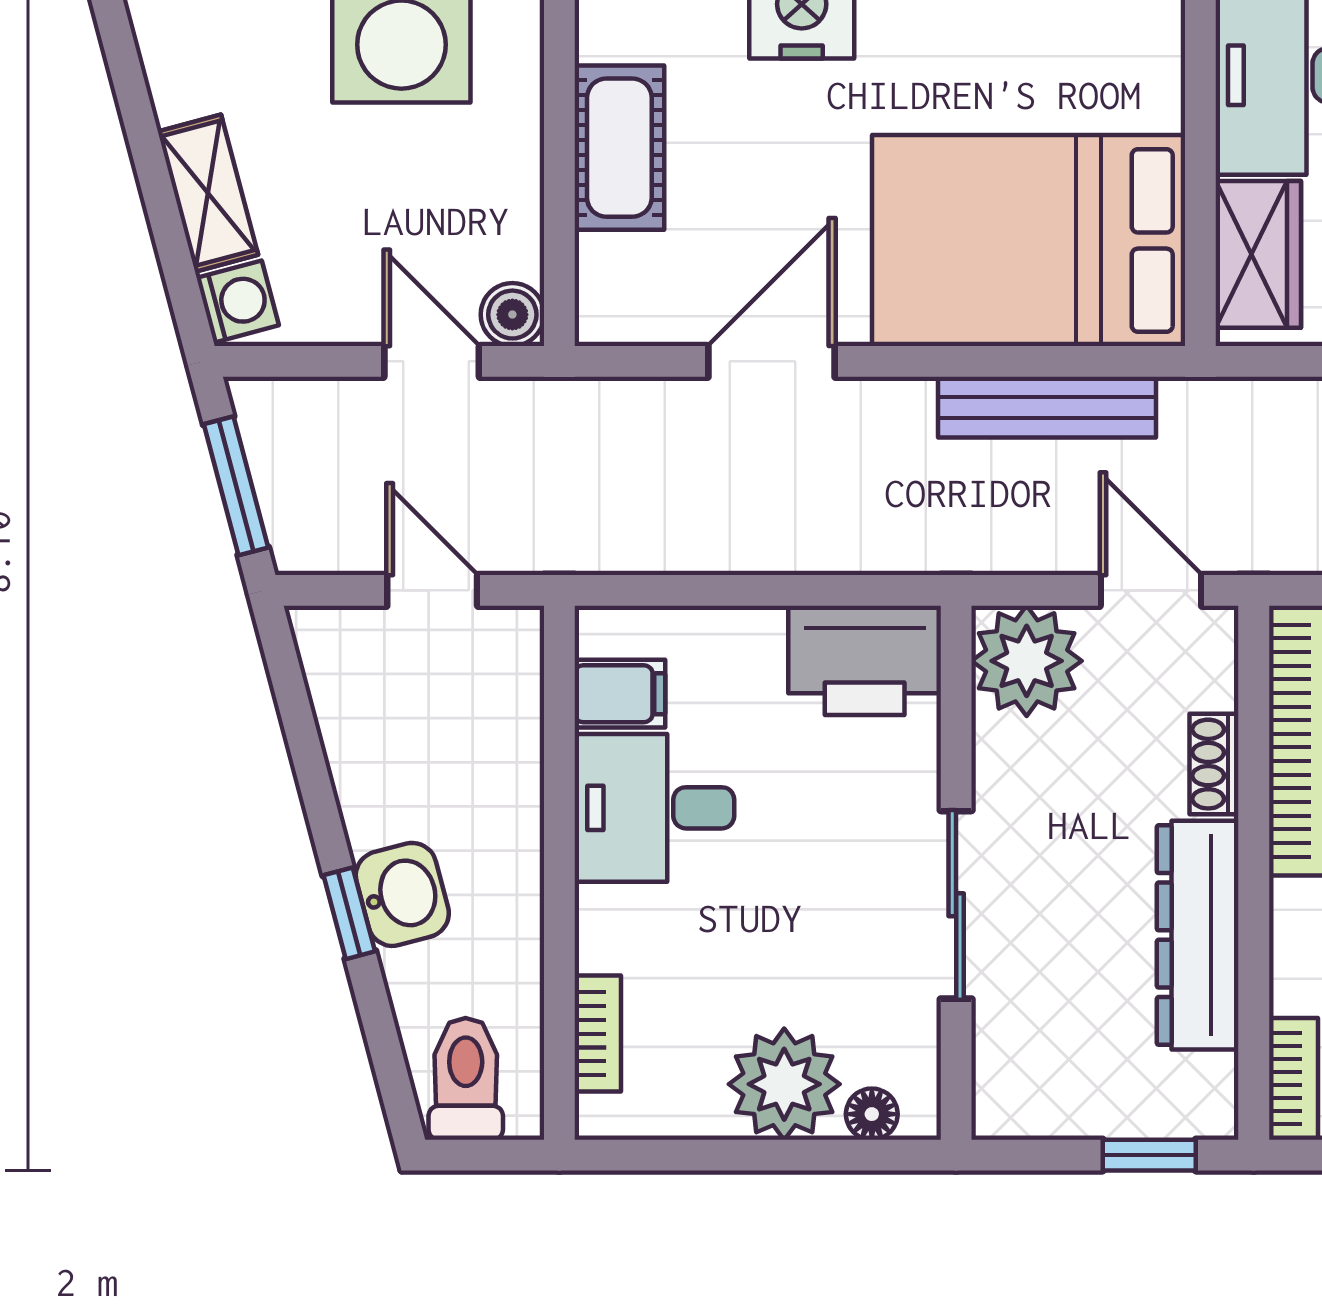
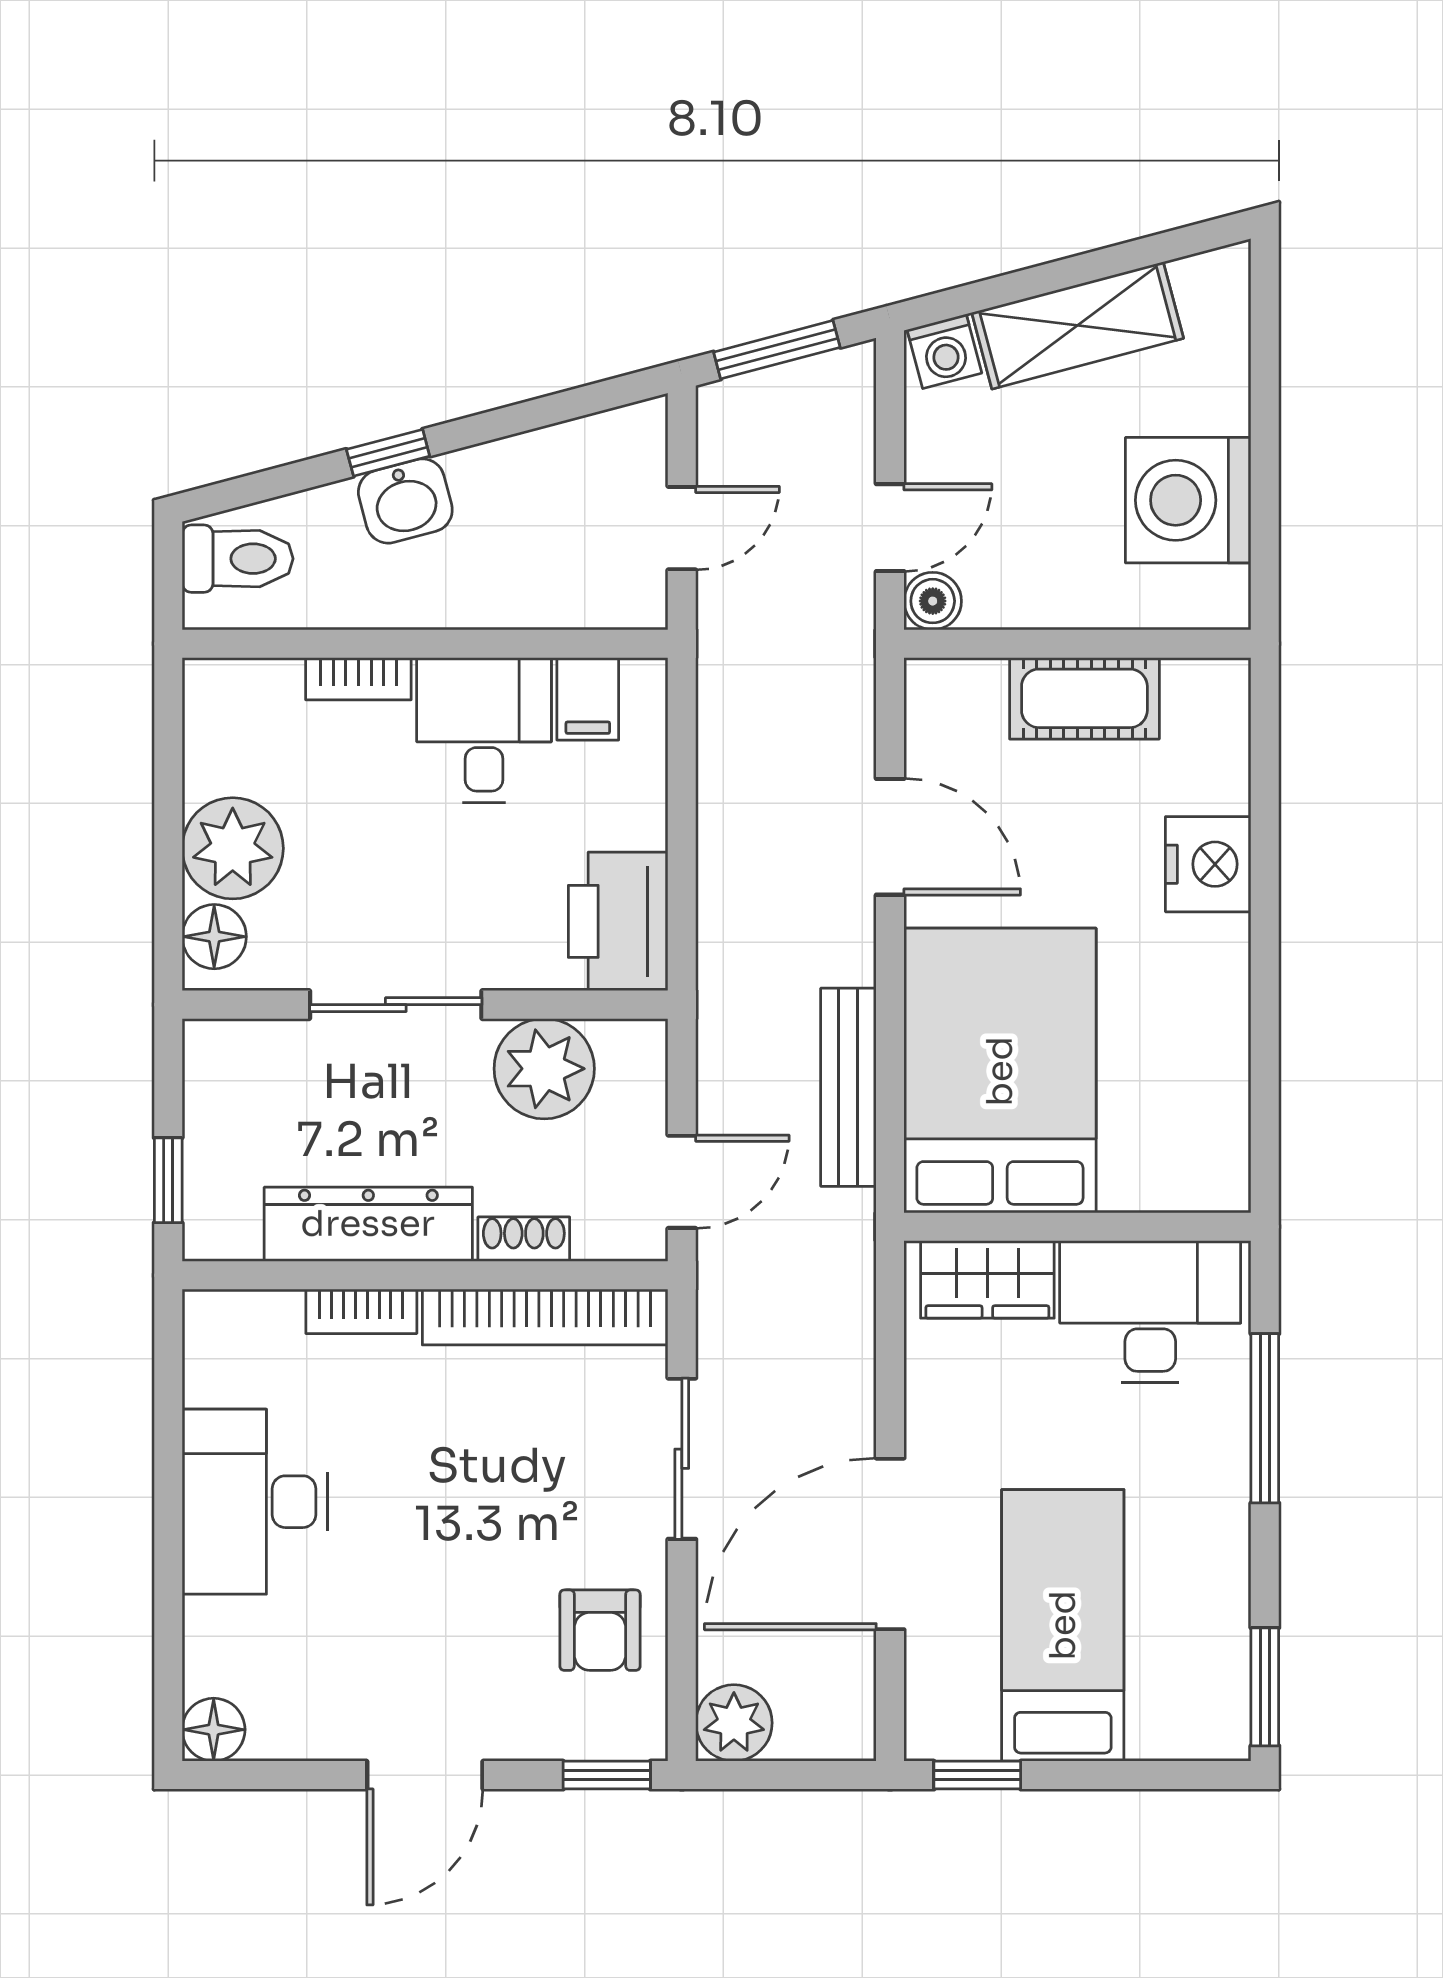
shelving: (208, 193) -> (1078, 325), width x1.50, depth x1.33
plant: (1027, 661) -> (544, 1069), moved
bookcase: (598, 1034) -> (358, 679), moved
bookcase: (1293, 1079) -> (361, 1311), moved
floor lamp: (872, 1114) -> (214, 937), width x1.37, depth x1.37

